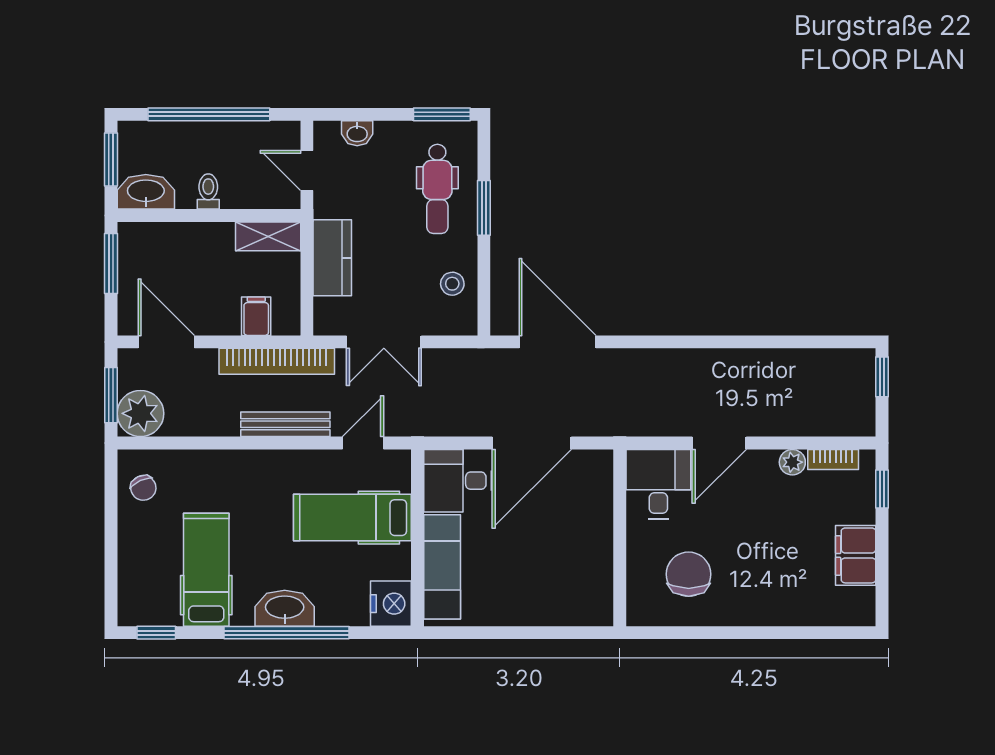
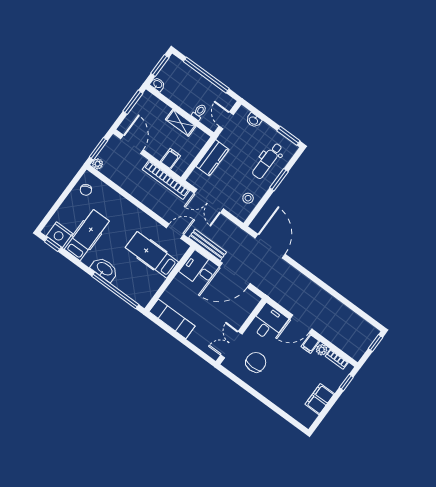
toilet: (208, 191) -> (199, 112), moved
washbasin: (146, 192) -> (158, 84), width x0.52, depth x0.69
shelving: (268, 236) -> (181, 123), moved
plant: (140, 413) -> (98, 164), width x0.53, depth x0.53
bench: (285, 424) -> (208, 245), moved
filing cabinet: (764, 467) -> (310, 344), added
exam couch: (442, 567) -> (172, 319), moved, turned -90
double door: (620, 575) -> (231, 345), added
nightstand: (391, 604) -> (59, 235), moved, turned 90
window: (287, 633) -> (115, 290), moved

